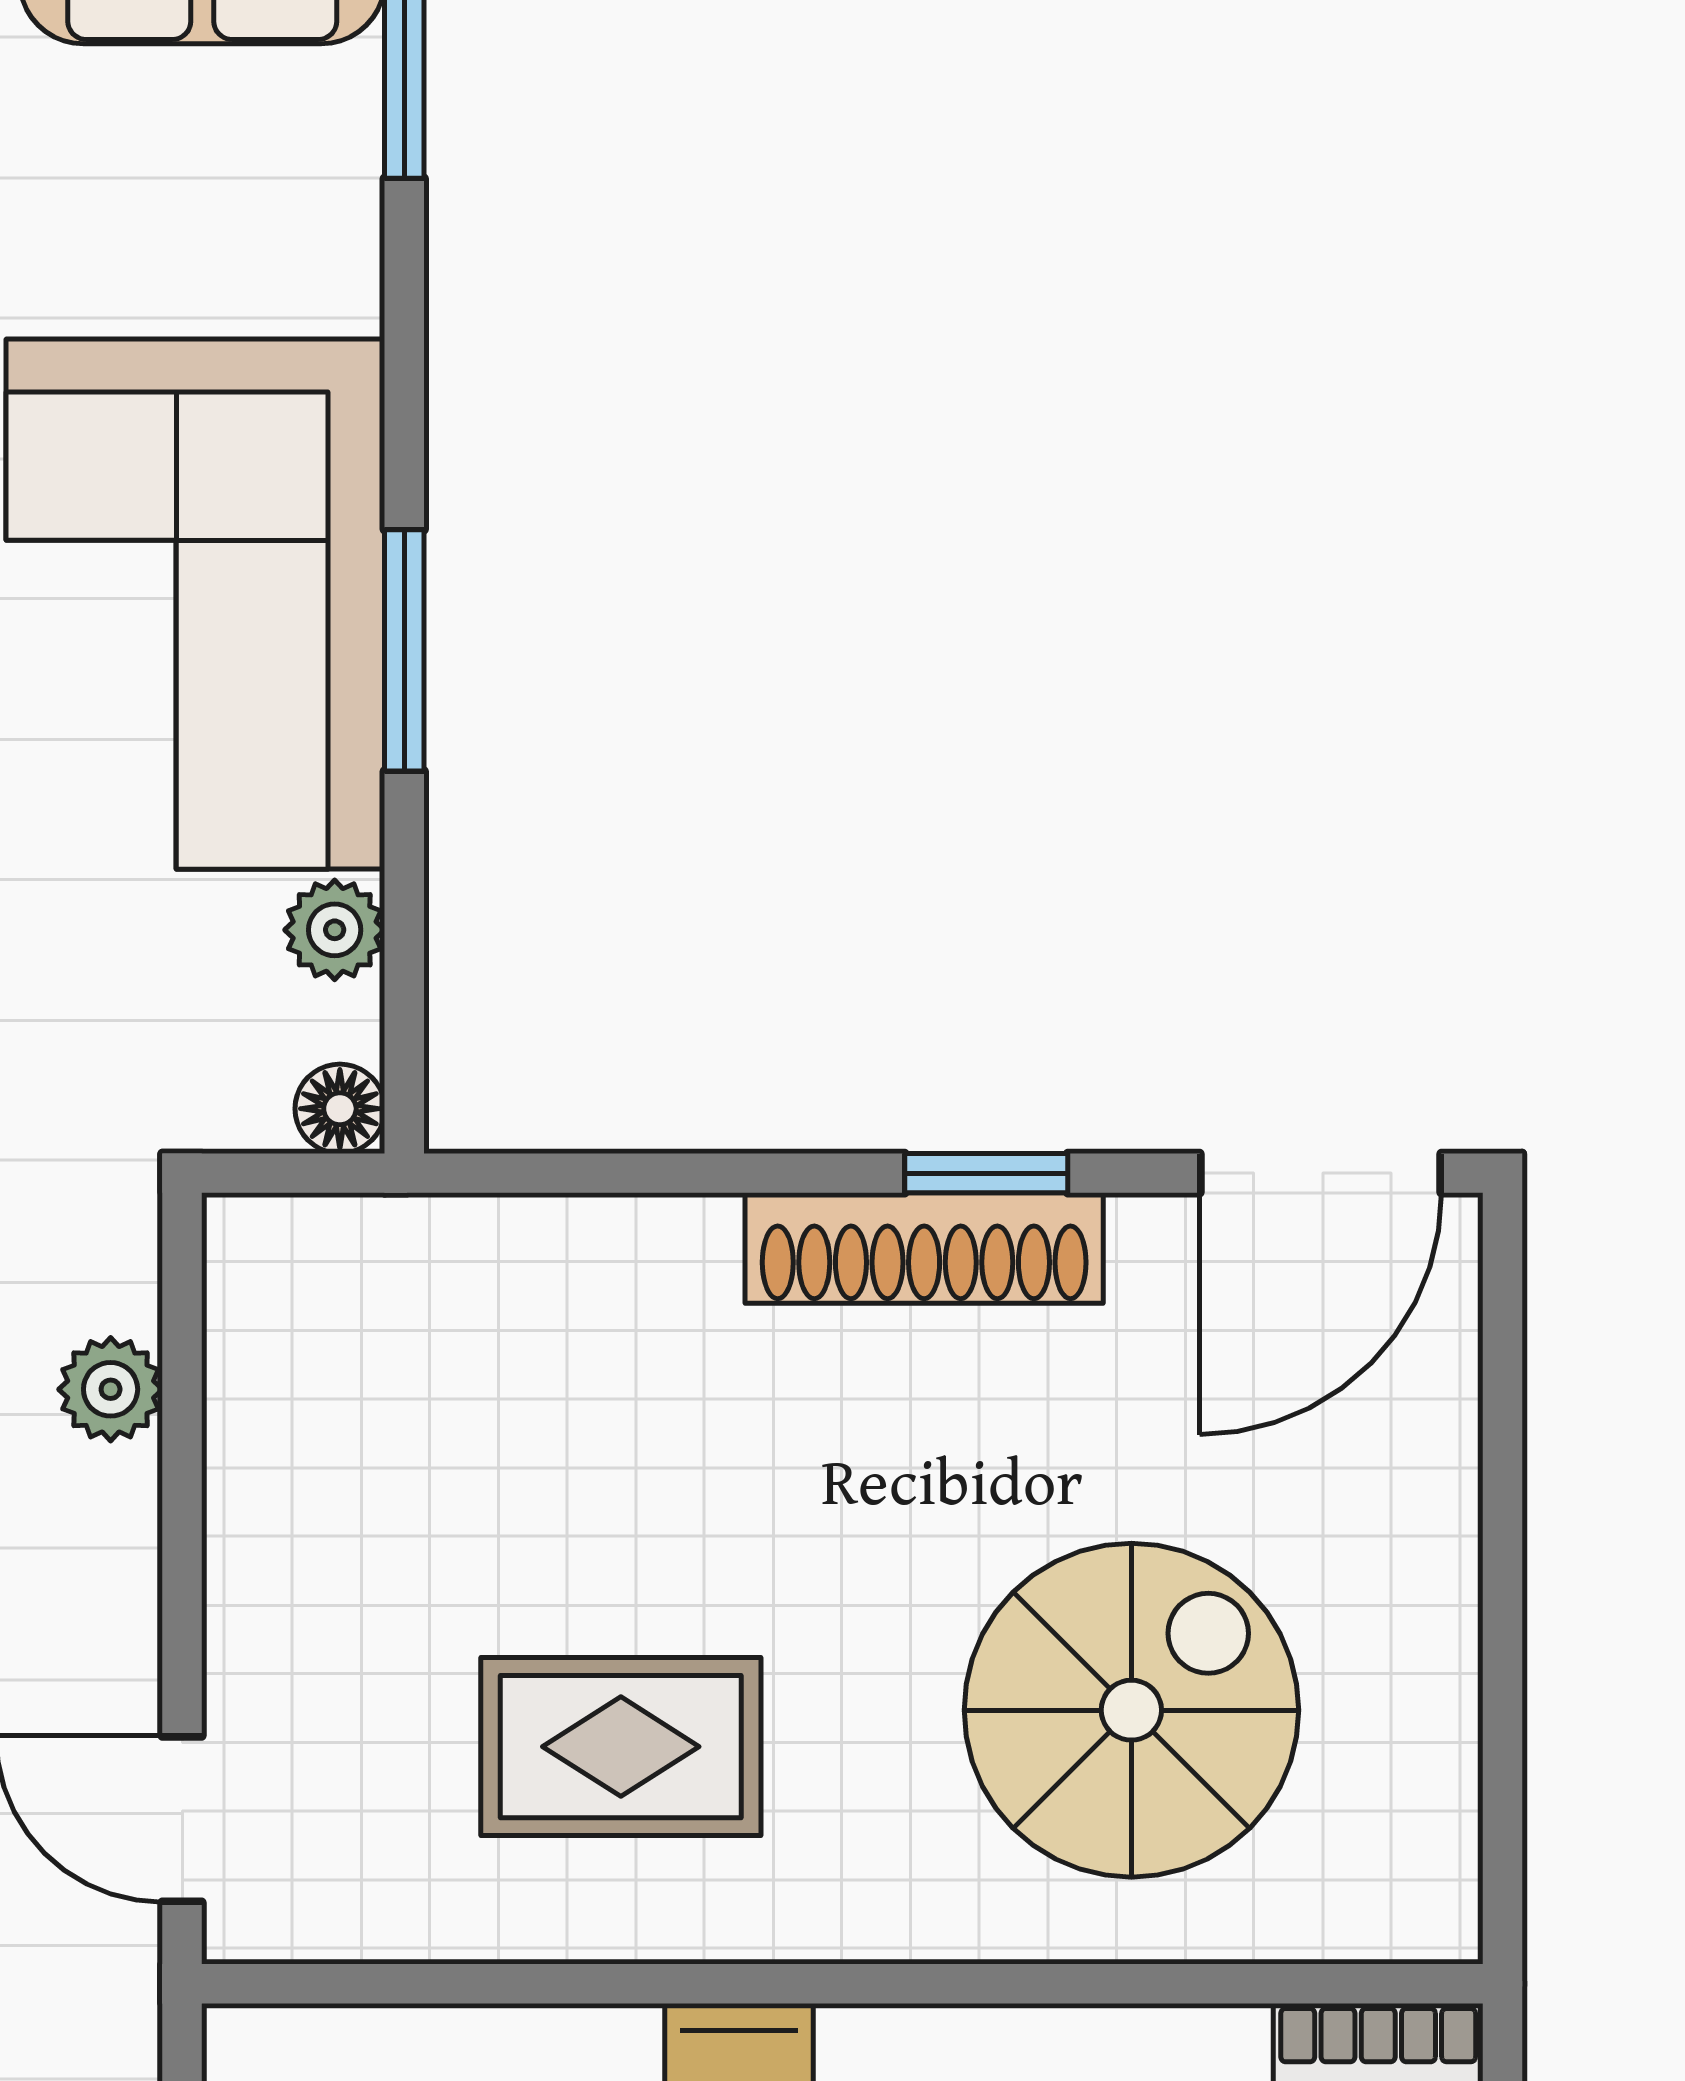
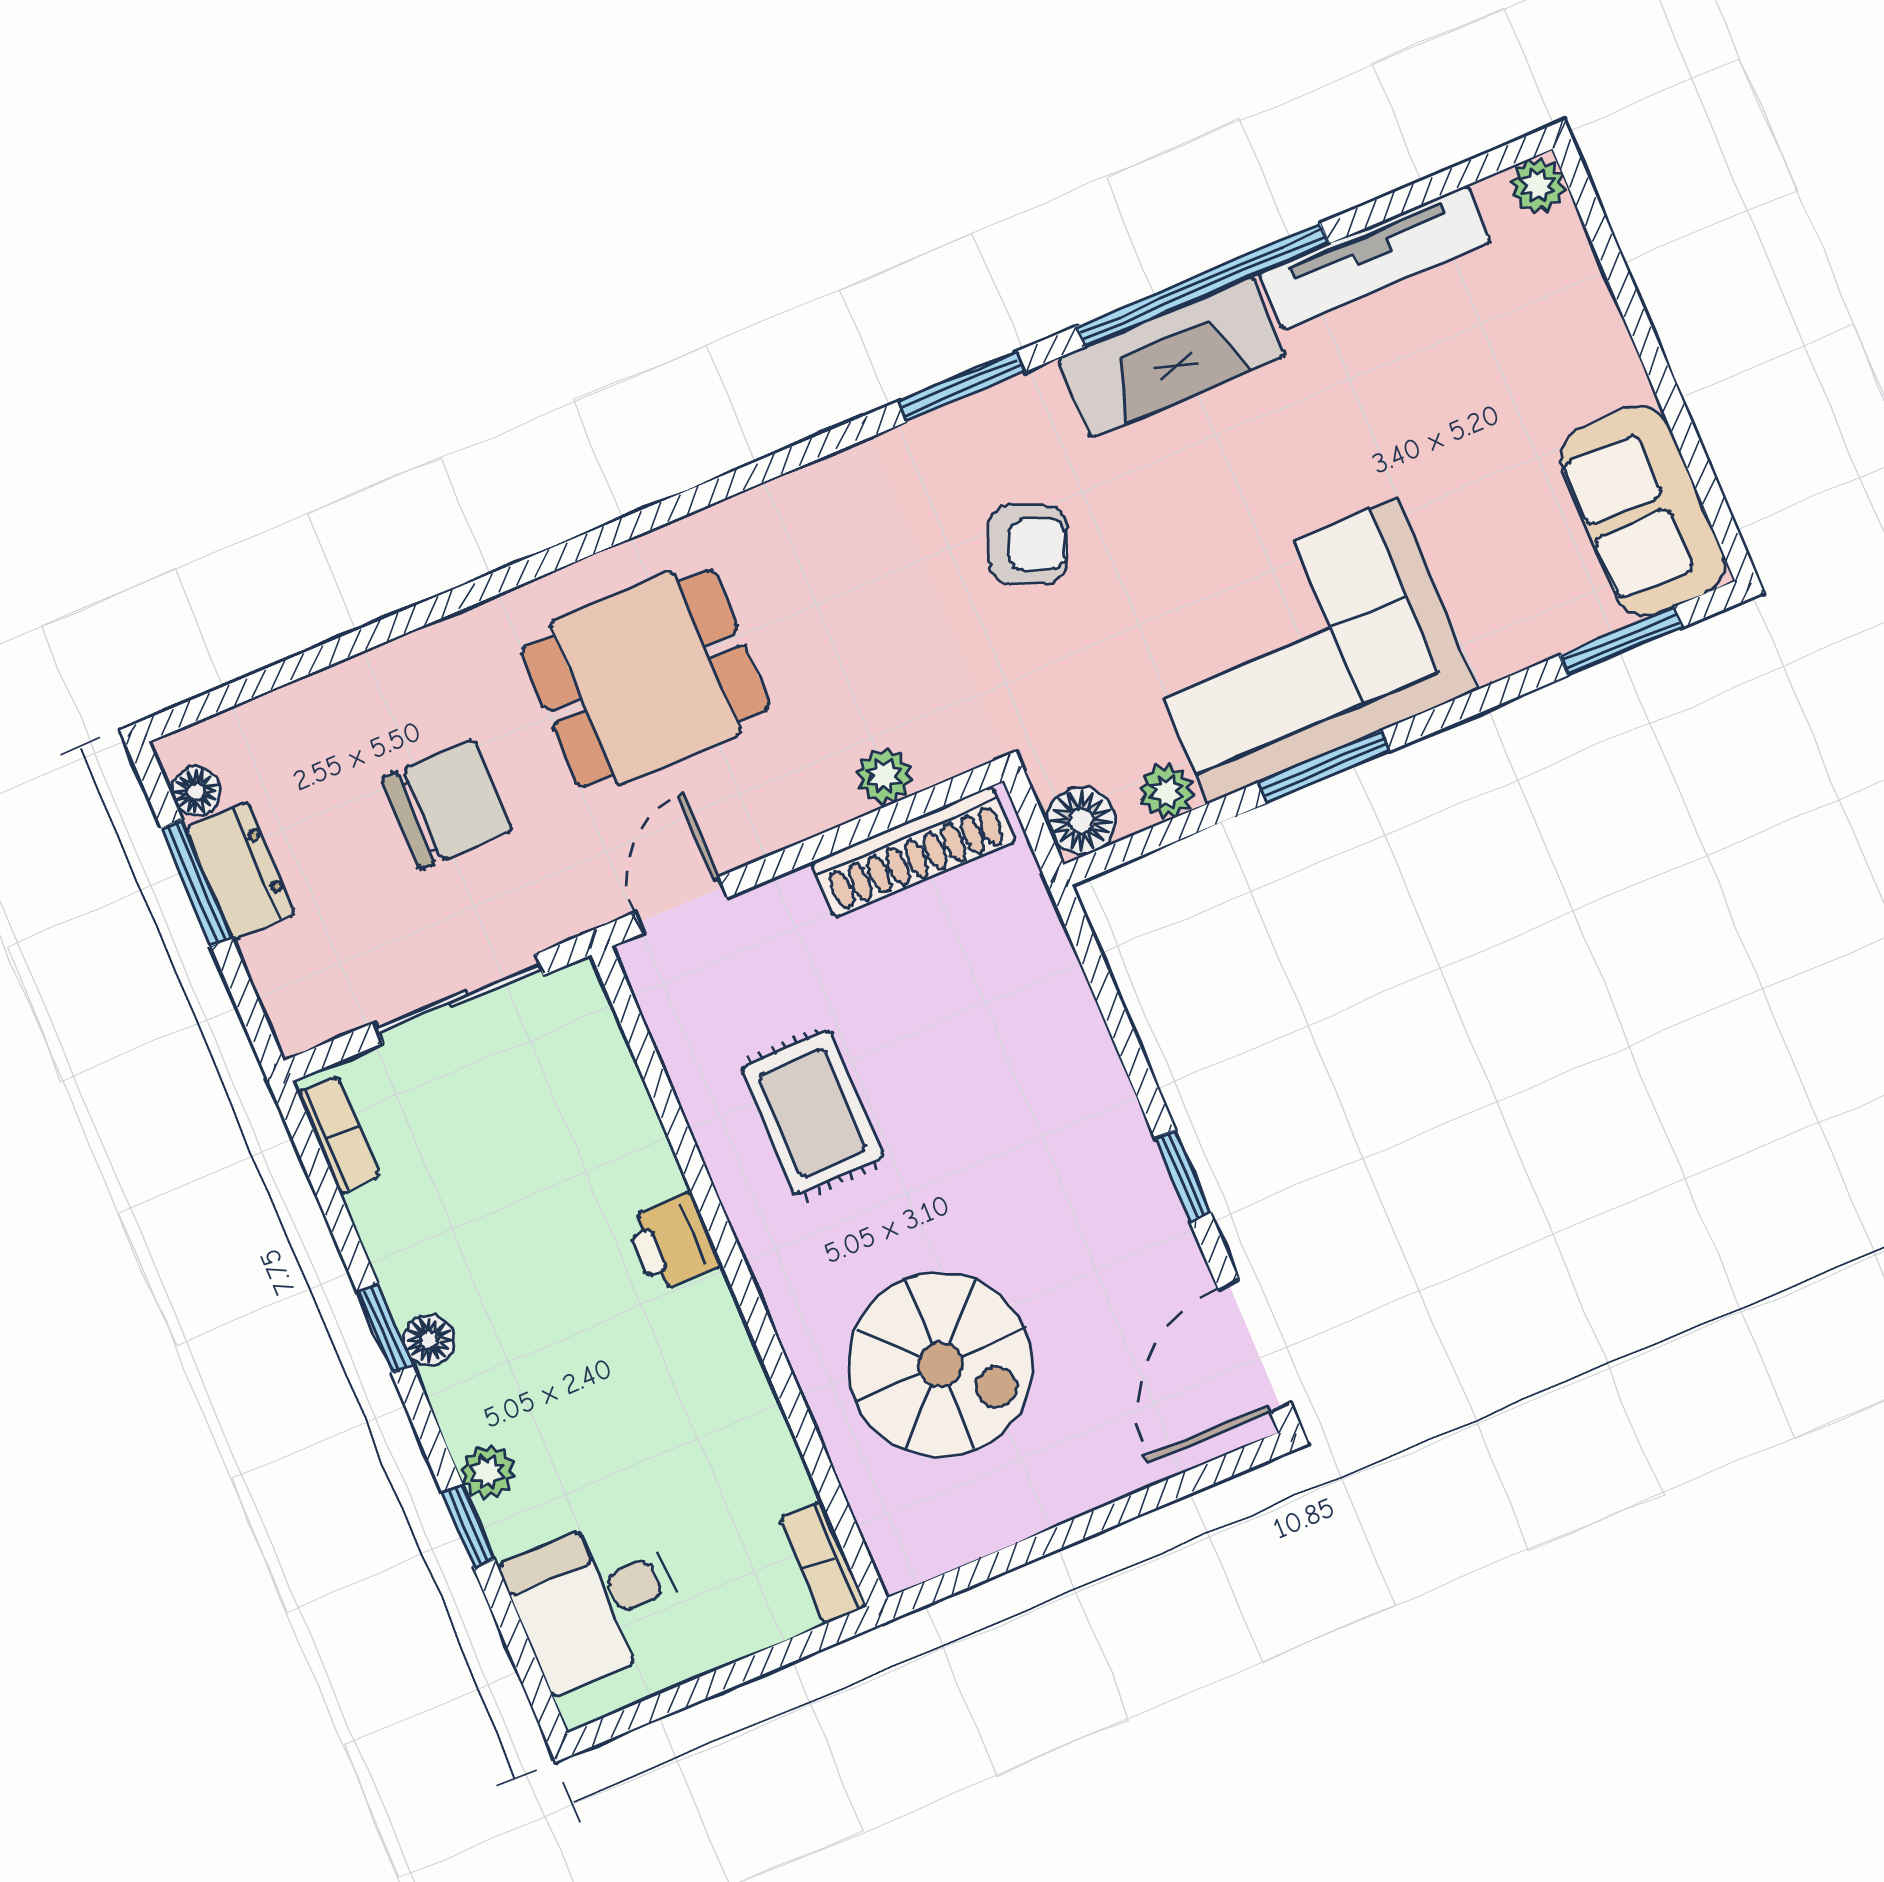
floor lamp: (340, 1109) -> (1081, 821), width x1.37, depth x1.37
door: (1320, 1173) -> (1254, 1345), hinge flipped
shoe rack: (924, 1248) -> (914, 852), moved, turned -90

